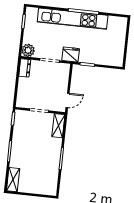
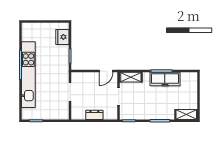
plant: (28, 50) -> (63, 113), removed
fridge: (71, 54) -> (62, 37), moved
dresser: (25, 68) -> (94, 115), moved
door: (68, 100) -> (106, 71), swing flipped
freezer: (53, 161) -> (165, 79), added

